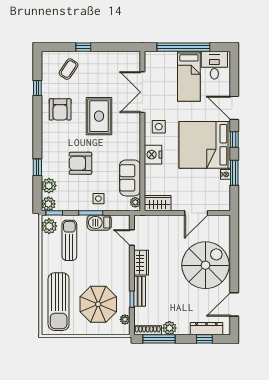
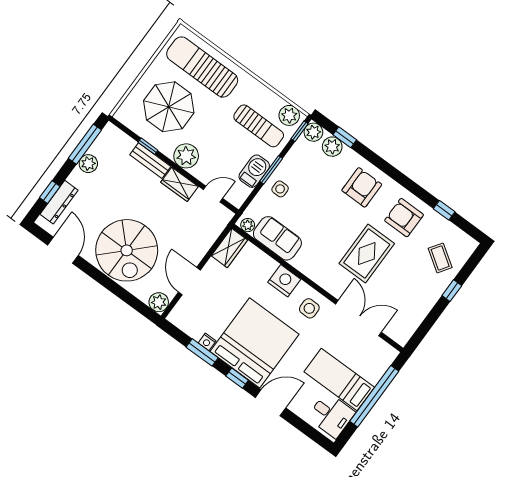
rug: (99, 116) -> (367, 254), turned 90
armchair: (80, 163) -> (362, 187), moved
window: (37, 167) -> (345, 137), moved
plant: (223, 222) -> (159, 302), added
plant: (125, 319) -> (186, 156), moved, width x1.87, depth x1.87
shoe rack: (148, 330) -> (103, 139), removed

